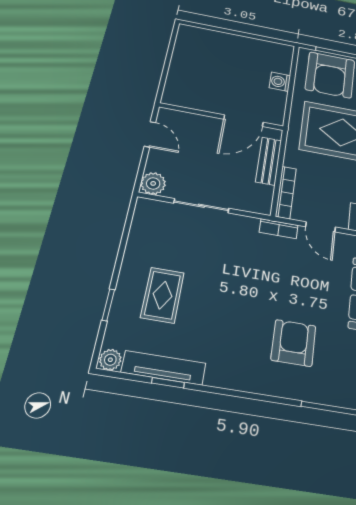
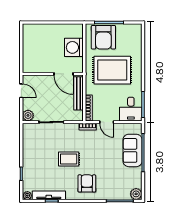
washing machine: (280, 82) -> (74, 47), width x1.89, depth x1.89
door: (243, 121) -> (64, 74), hinge flipped
bench: (269, 161) -> (79, 93), width x1.36
rug: (162, 295) -> (69, 159), moved, turned 90
armchair: (294, 343) -> (87, 183), moved

